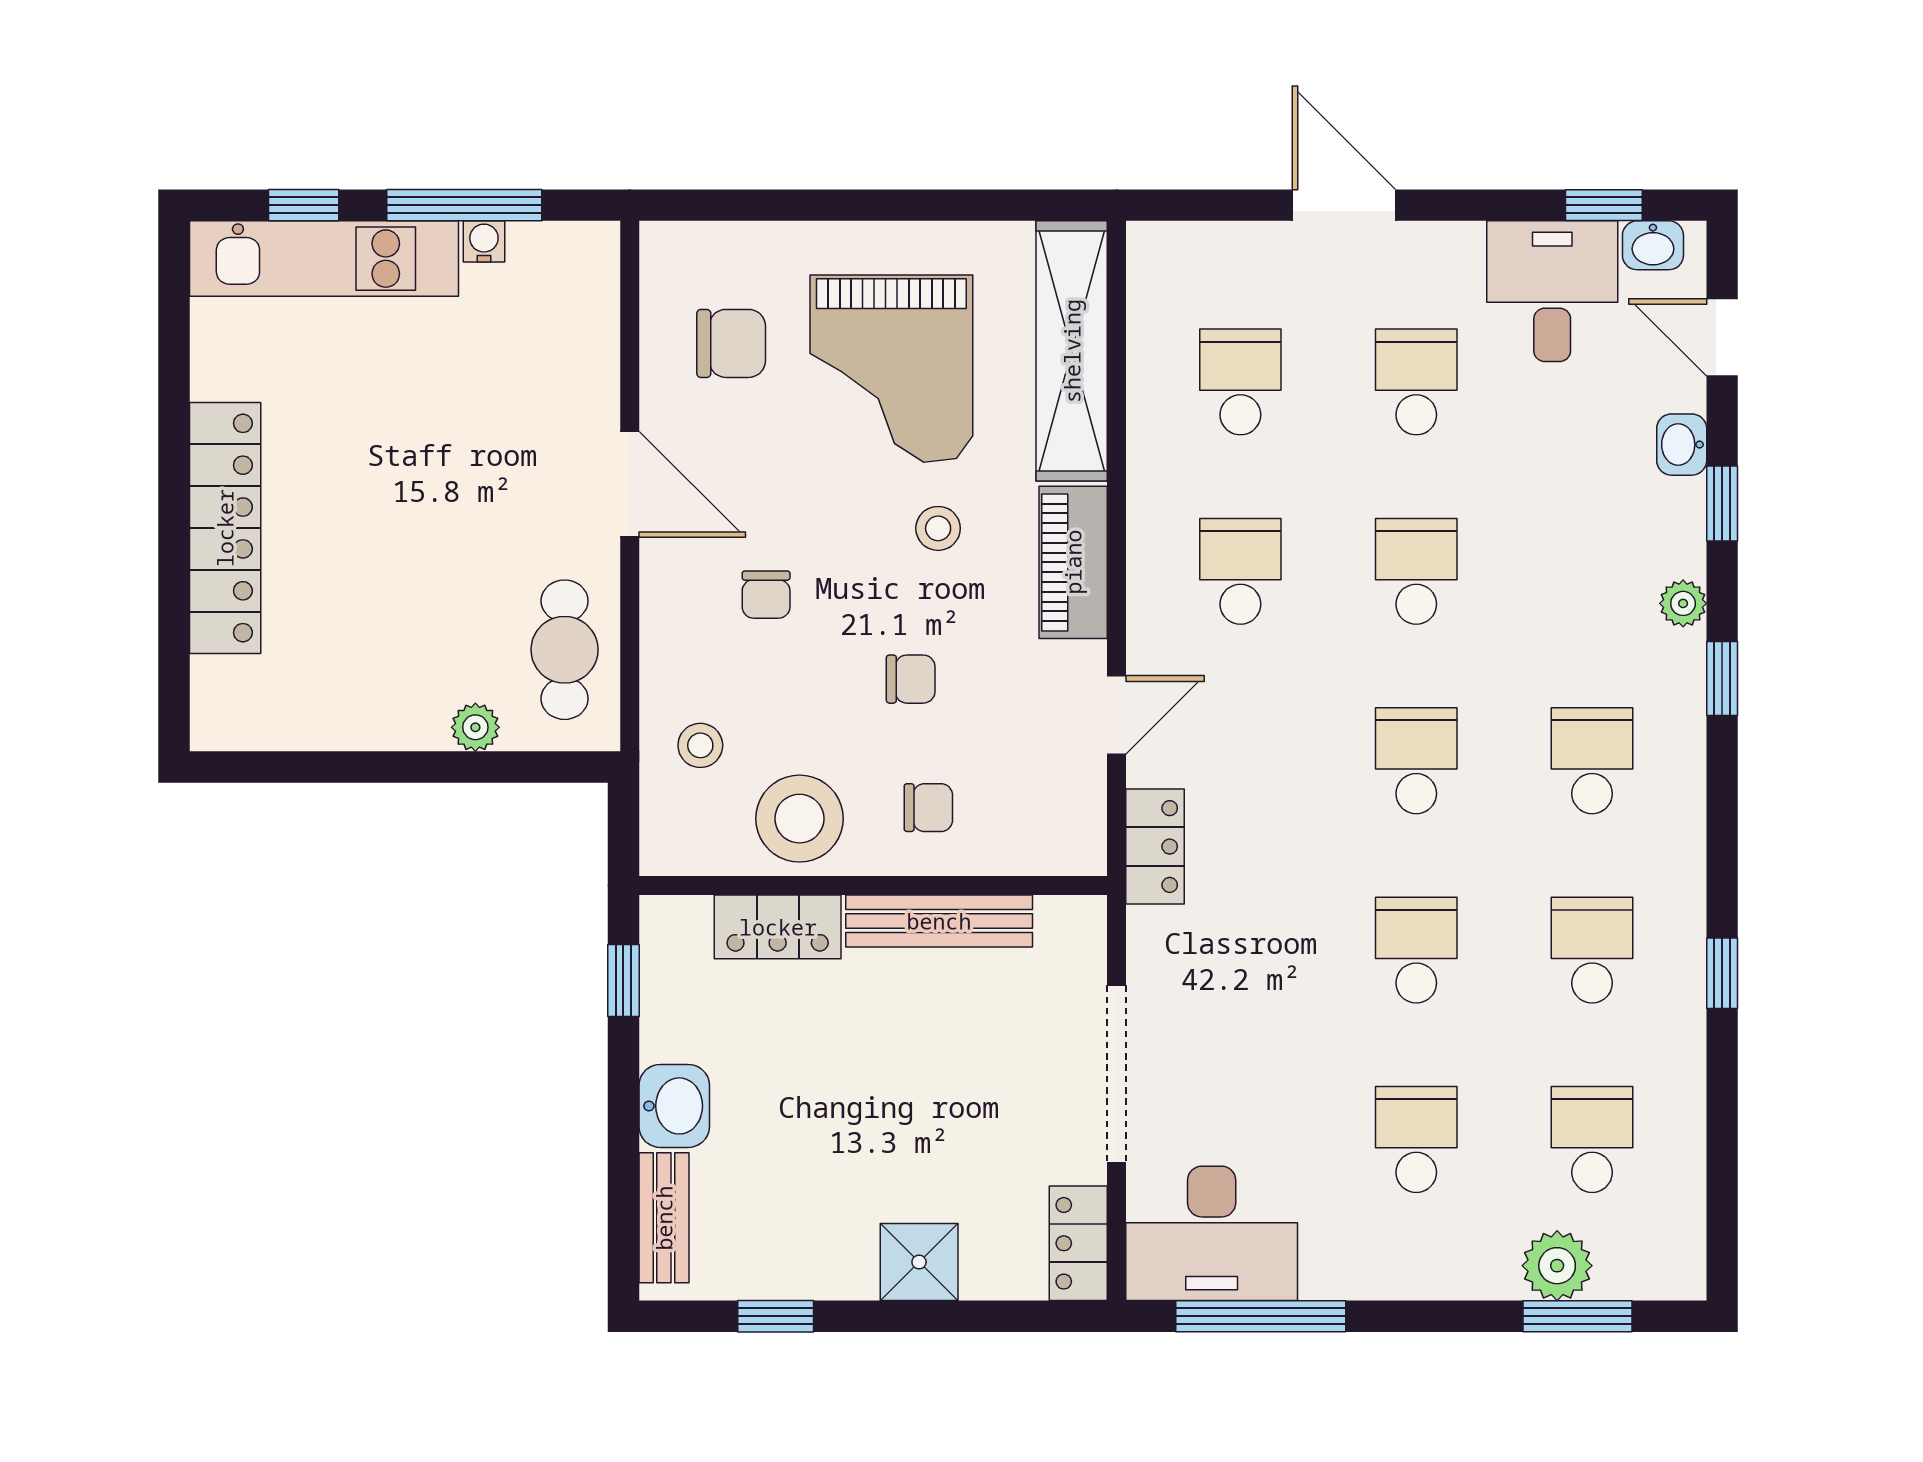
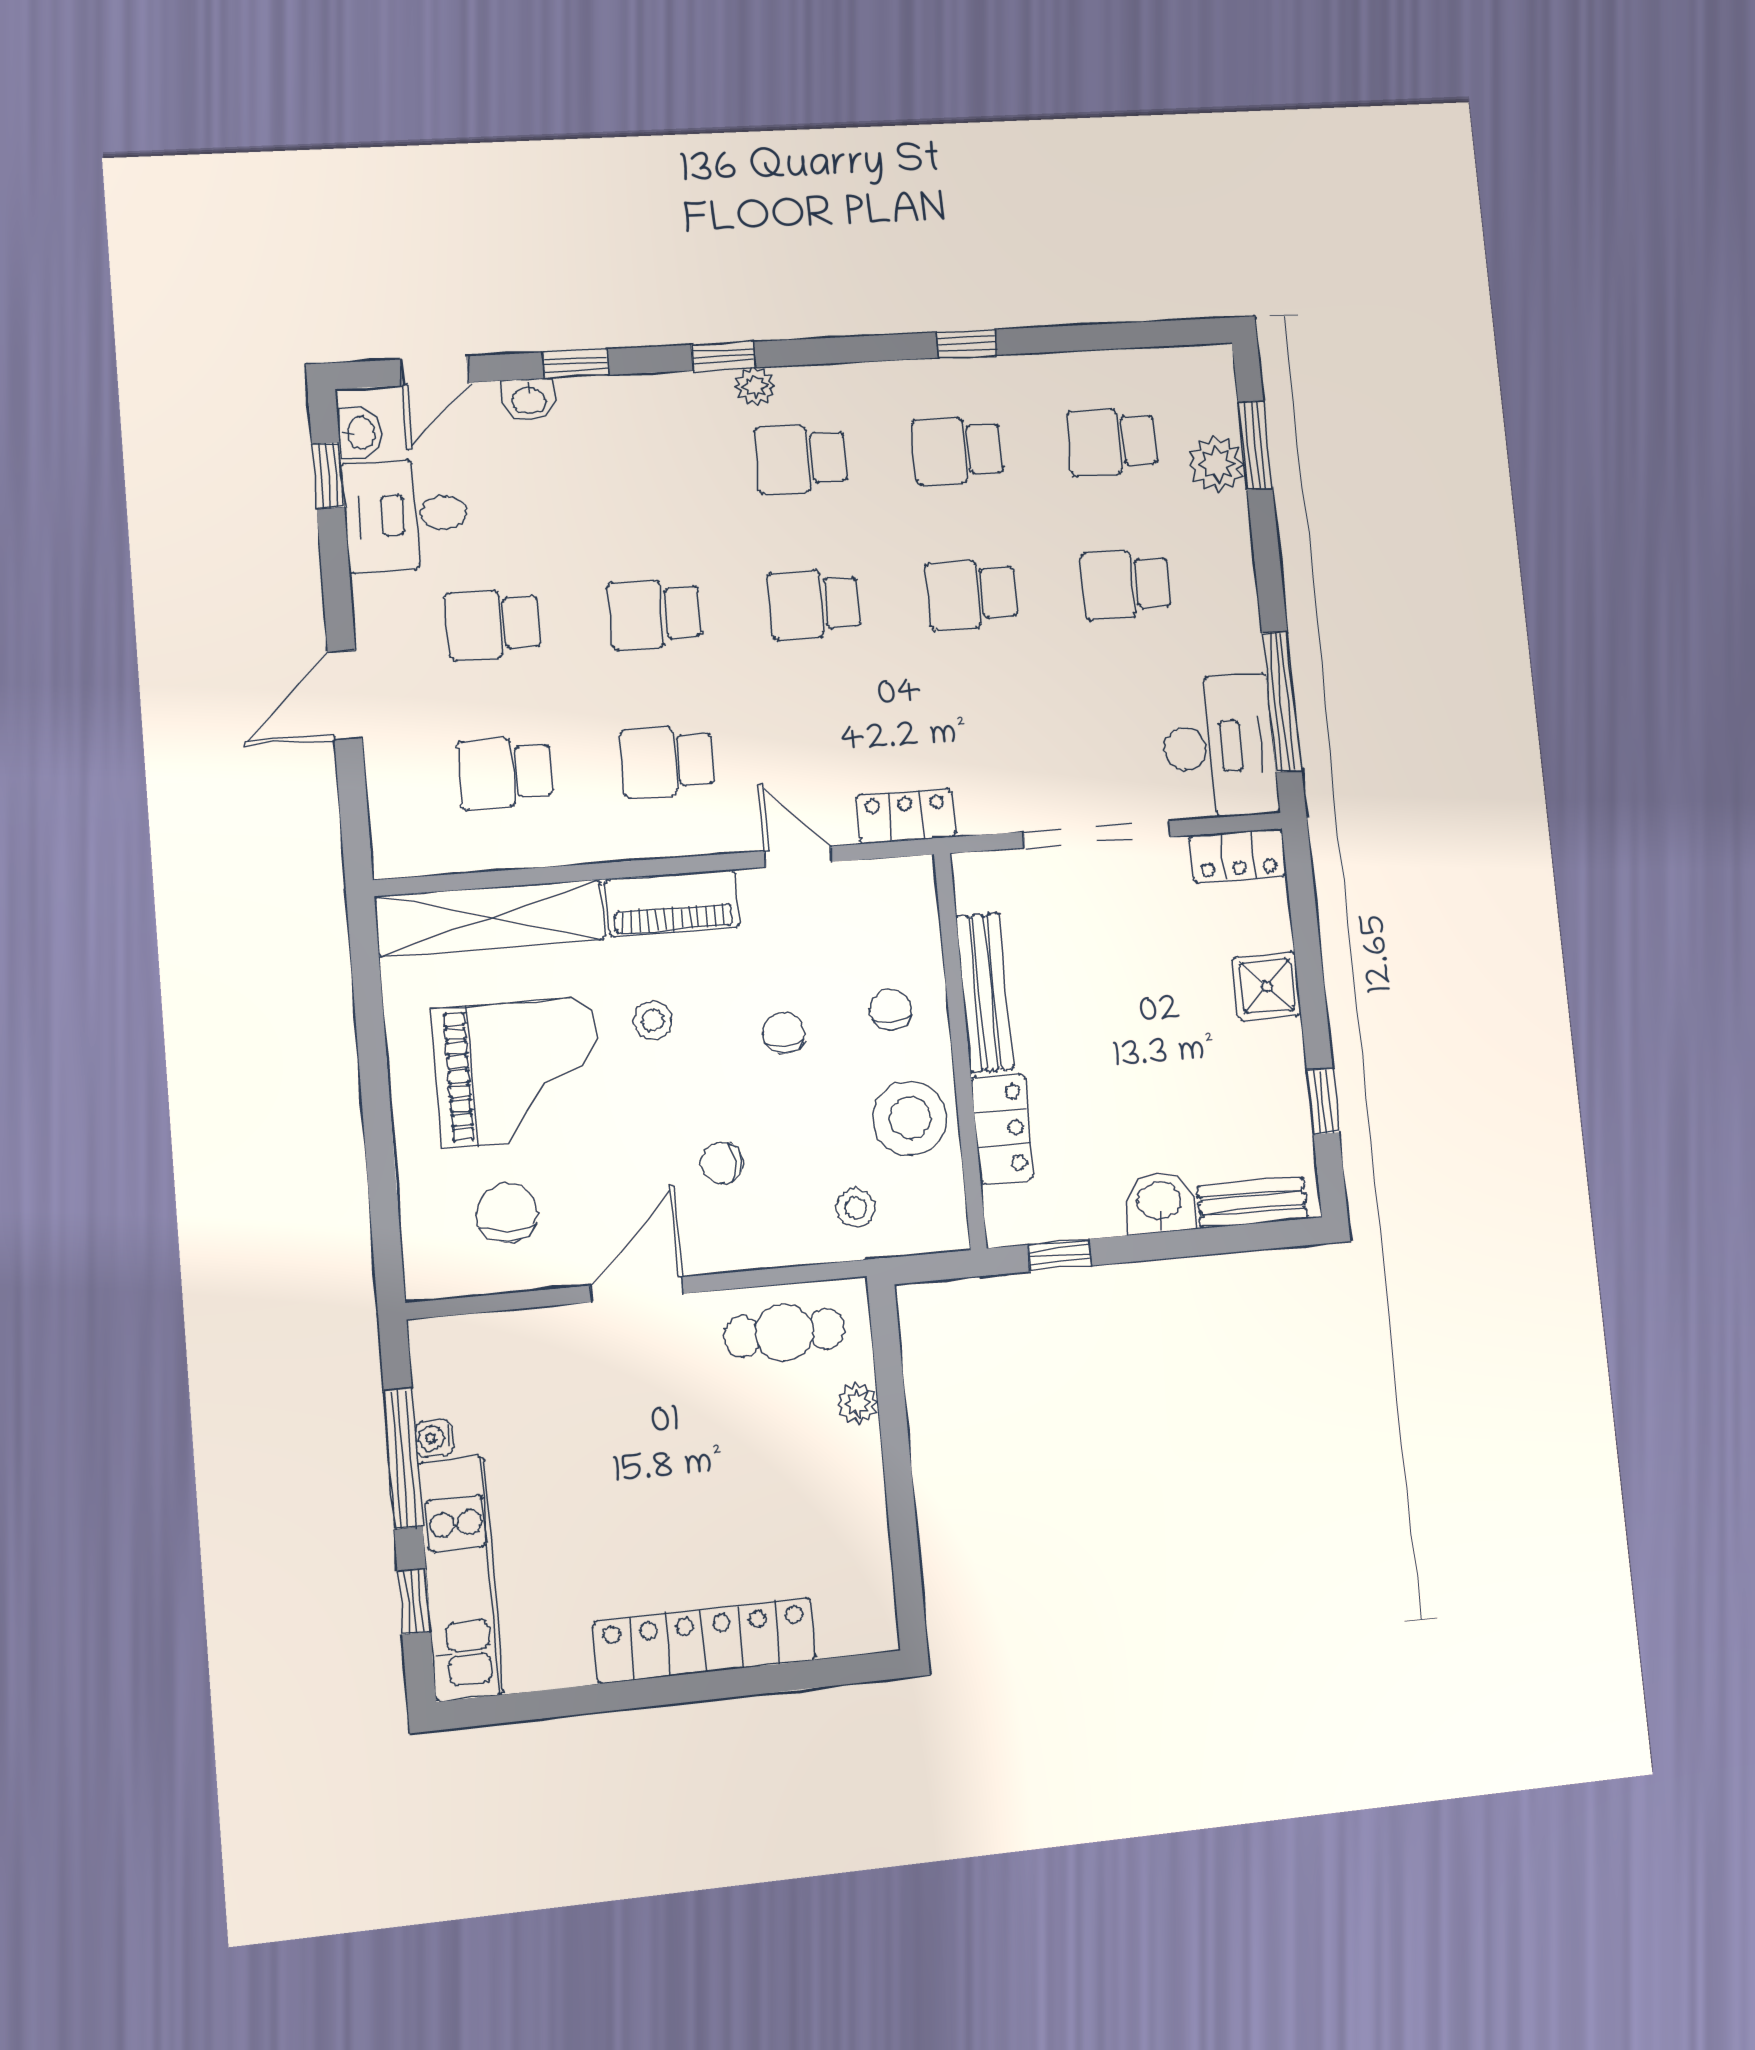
chair: (766, 595) -> (722, 1163), turned 180
plant: (1683, 603) -> (755, 387), moved

